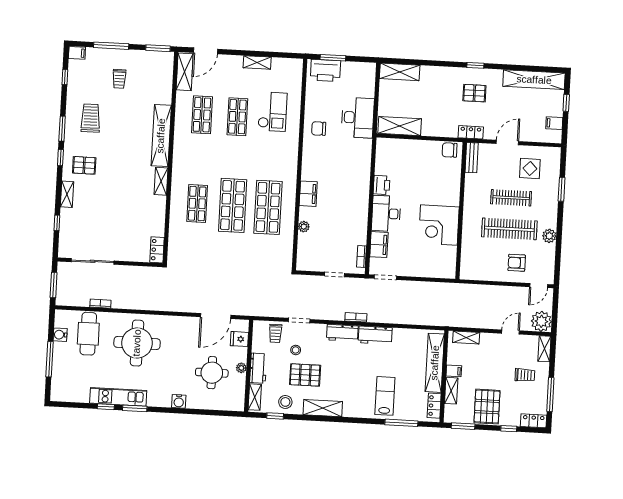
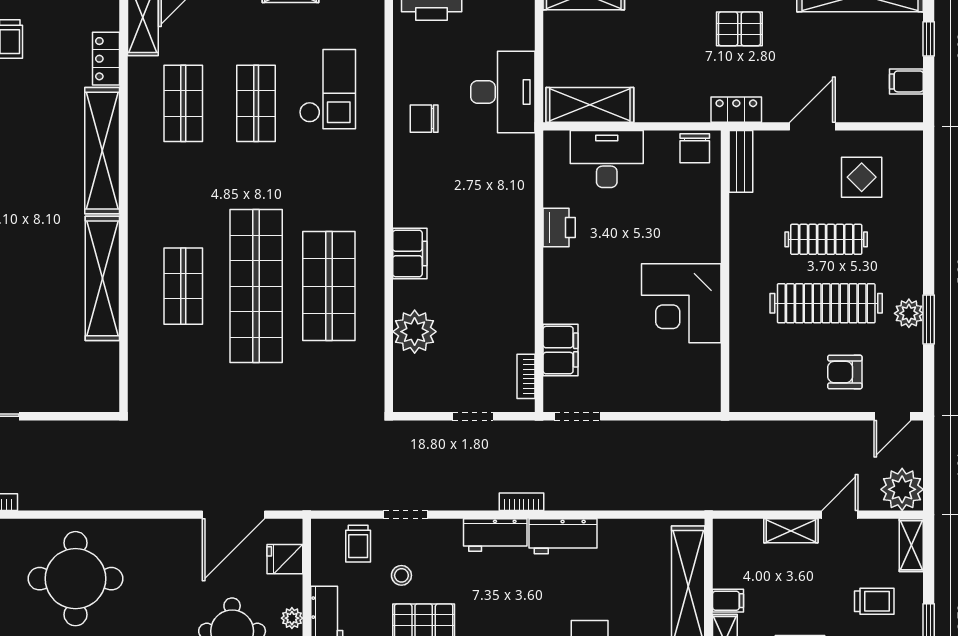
chair: (450, 150) -> (695, 148), turned -90
shelving: (161, 181) -> (102, 278), width x2.20, depth x1.33
window: (562, 189) -> (929, 320), moved
shop shelf: (233, 205) -> (256, 286), width x1.40
desk: (386, 213) -> (607, 159), moved, turned 90
plant: (304, 227) -> (415, 332), width x1.88, depth x1.88
locker: (157, 250) -> (106, 59), moved
shelving: (466, 338) -> (791, 531), moved

